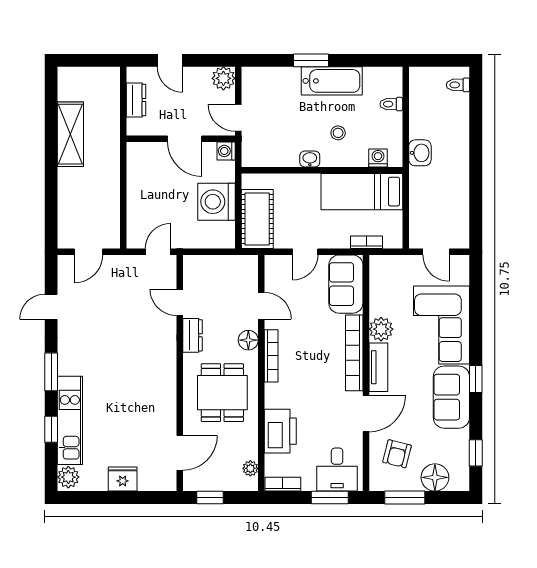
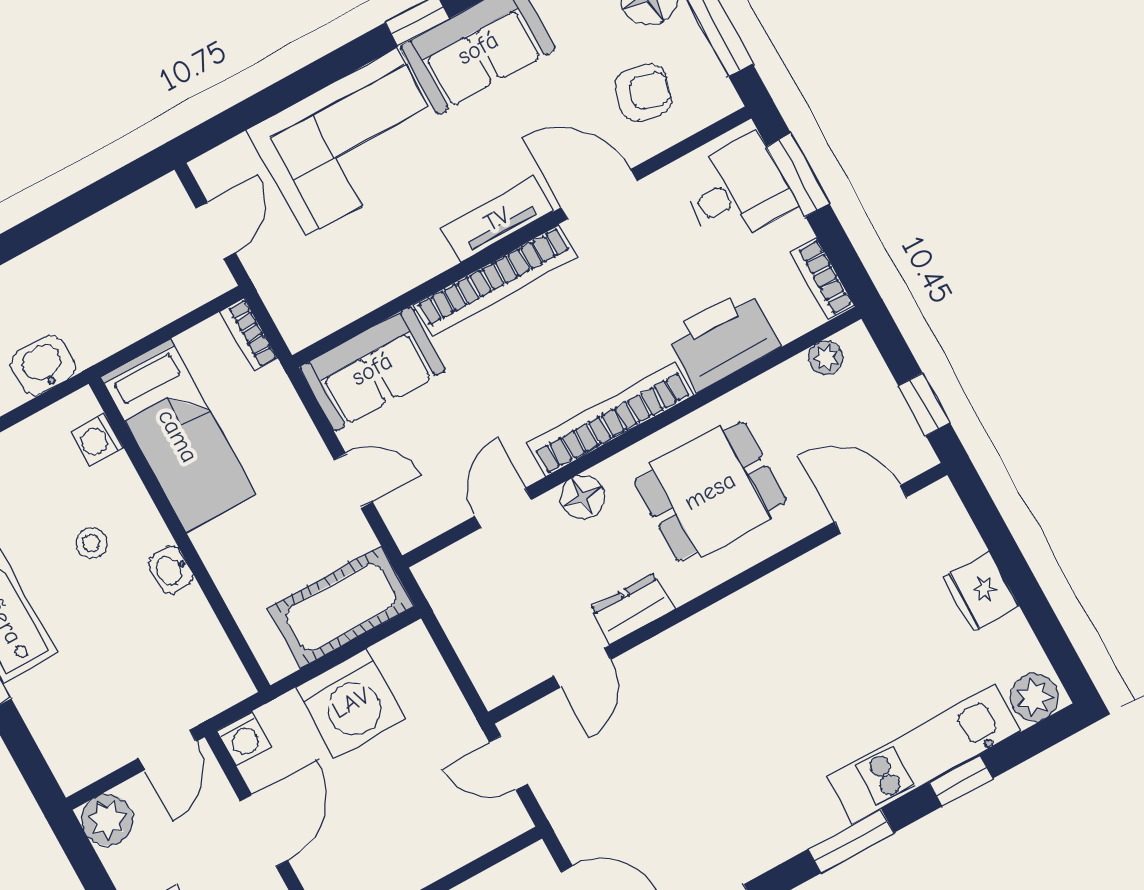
bookcase: (367, 242) -> (249, 335), moved
plant: (381, 329) -> (422, 254), removed
bookcase: (271, 356) -> (611, 419), width x1.48, depth x1.31

